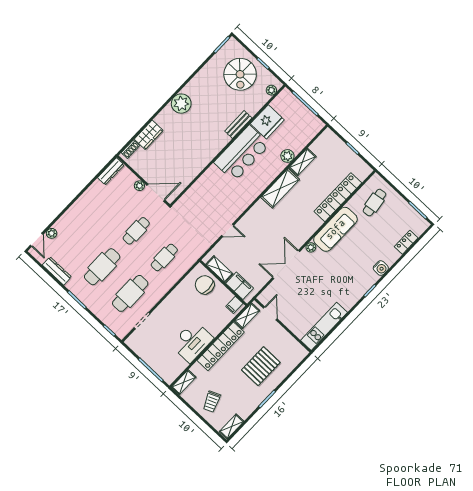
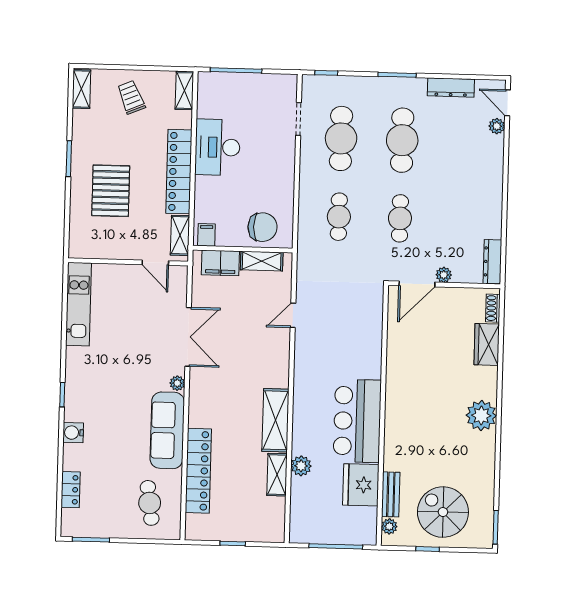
bench: (238, 125) -> (391, 494), moved

